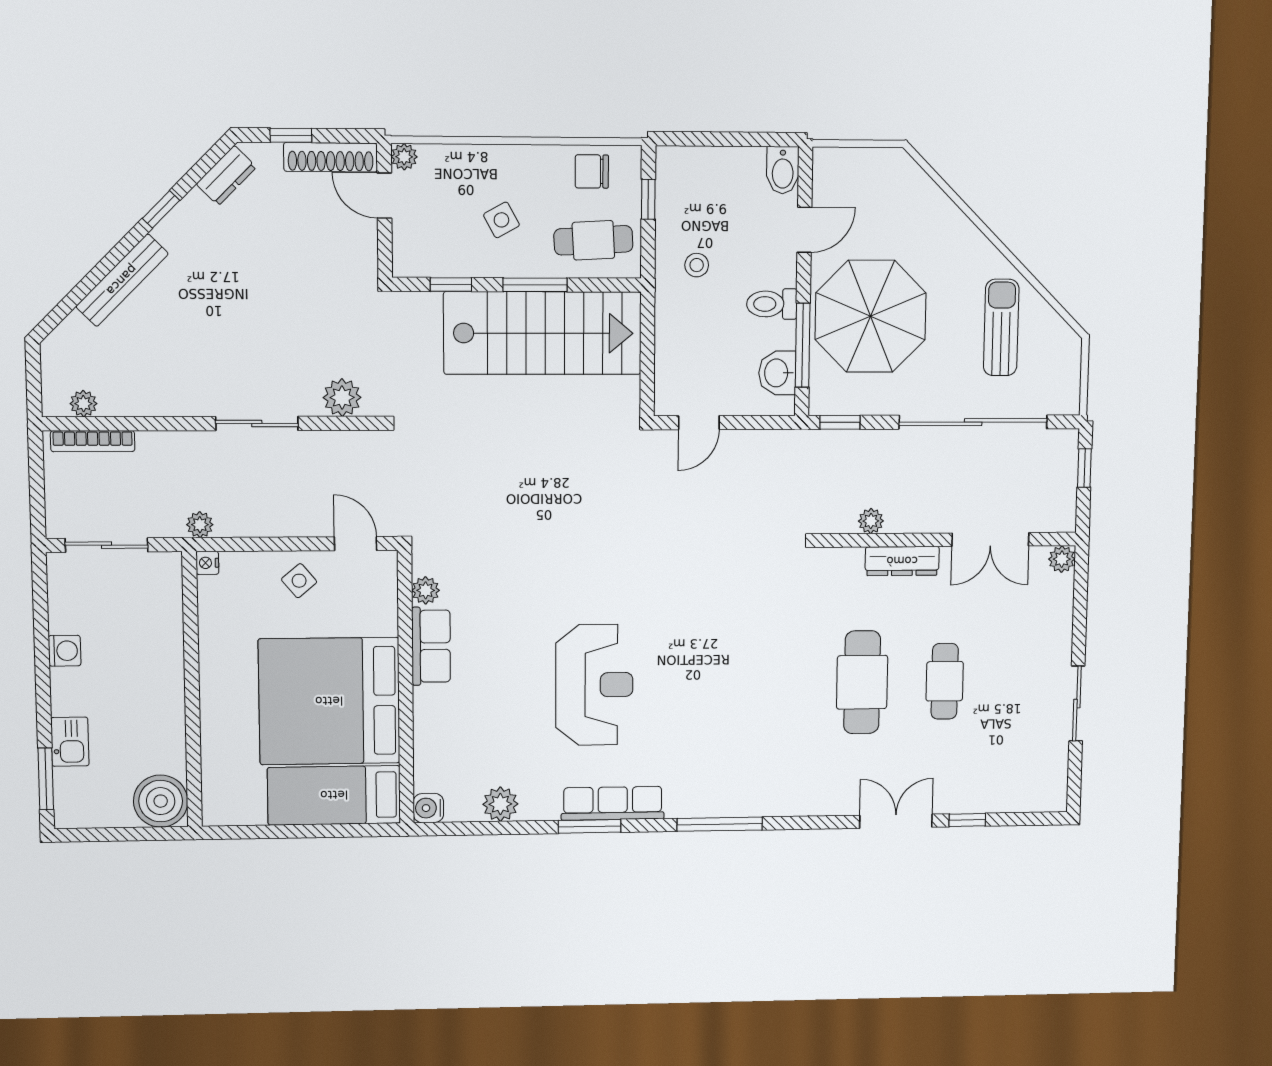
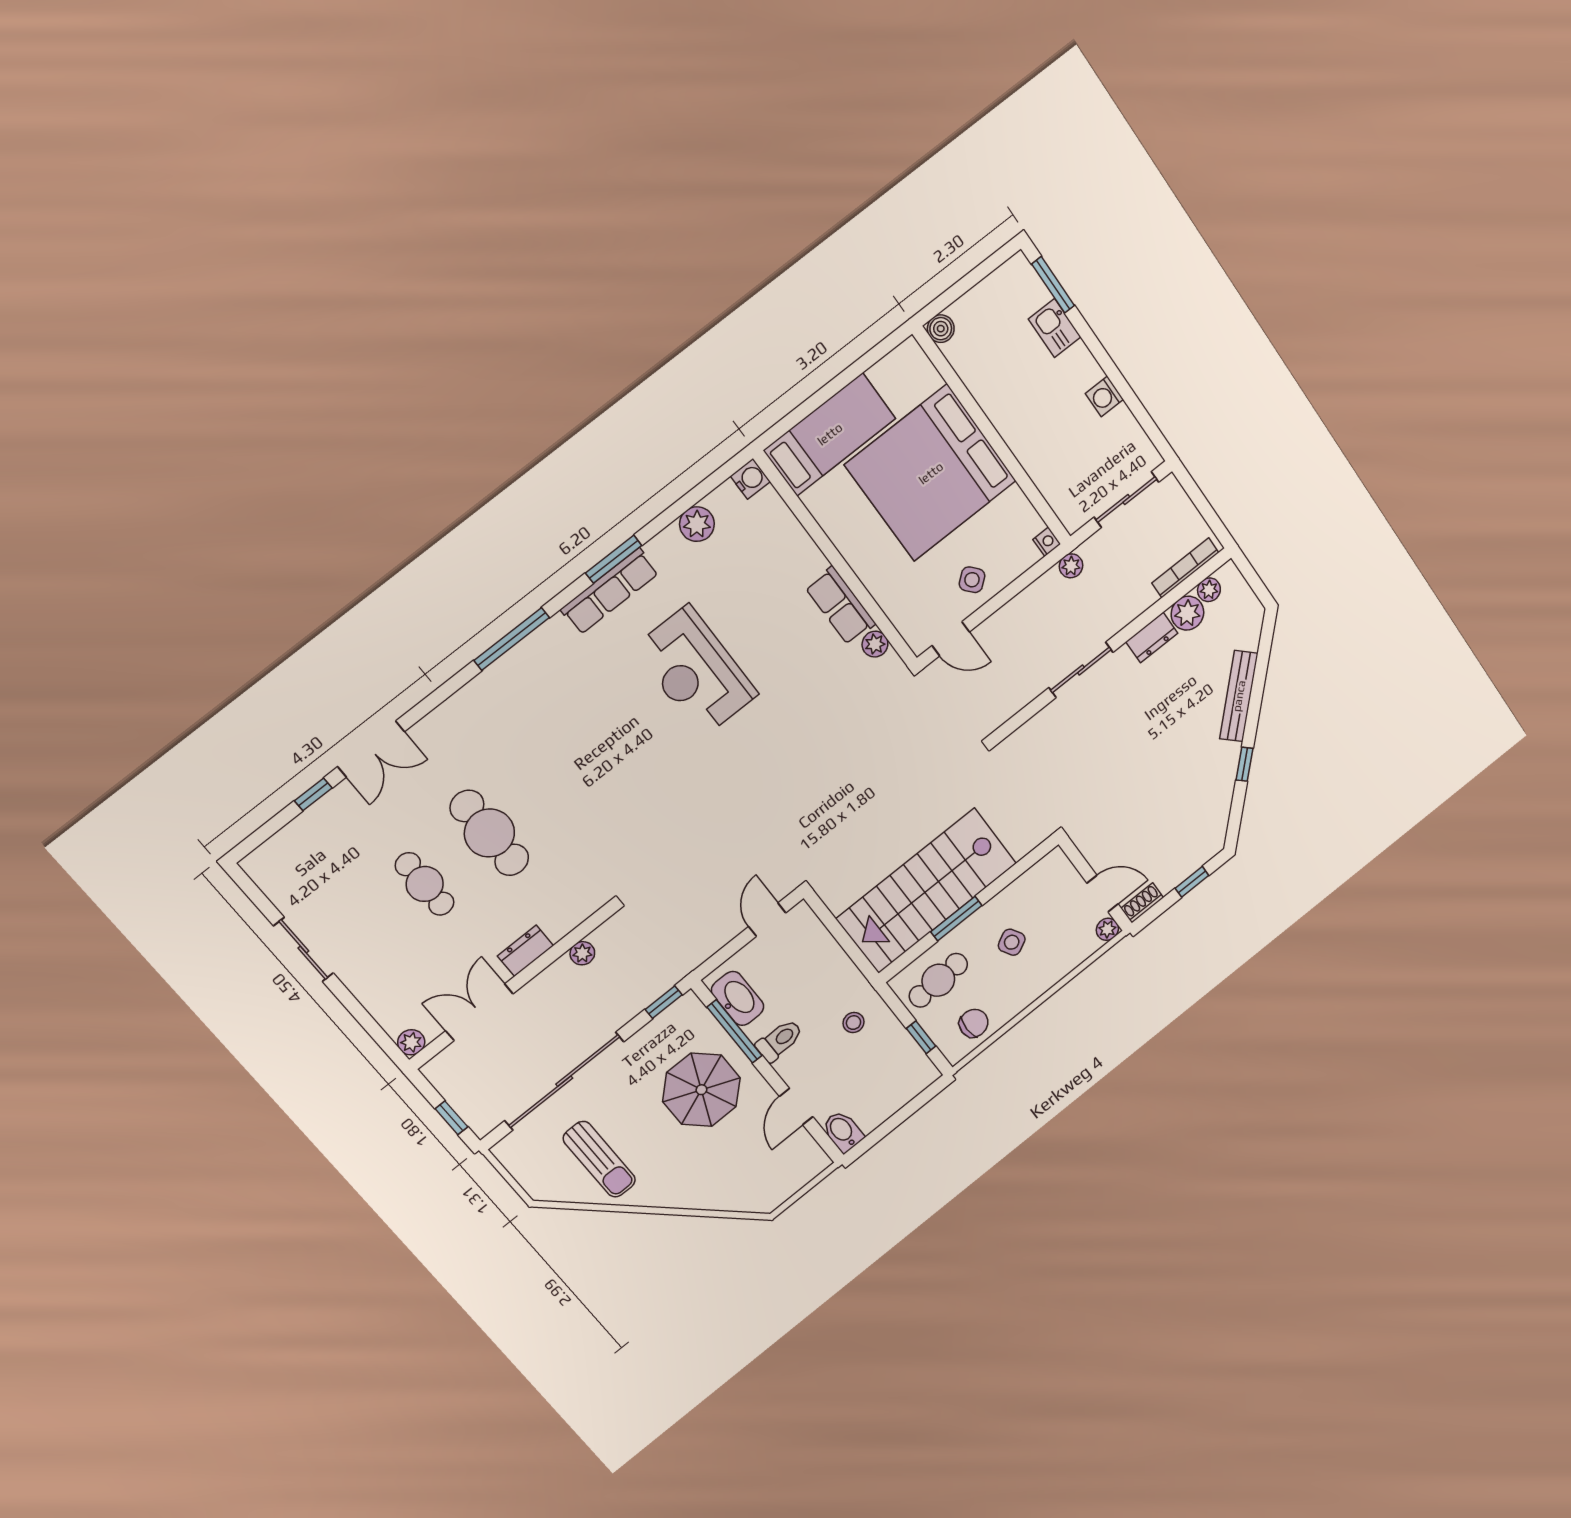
shoe rack: (331, 157) -> (1142, 903), width x0.51, depth x0.81
dresser: (226, 176) -> (1152, 637), moved, turned -135
window: (451, 285) -> (1015, 872), removed
parasol: (871, 316) -> (701, 1090), width x0.73, depth x0.73
washbasin: (777, 373) -> (738, 998), width x1.38
plant: (342, 398) -> (1187, 613), moved
dresser: (902, 561) -> (525, 951), width x0.70
bed: (329, 701) -> (931, 473), moved, turned 180
boiler: (161, 801) -> (941, 329), width x0.54, depth x0.54

